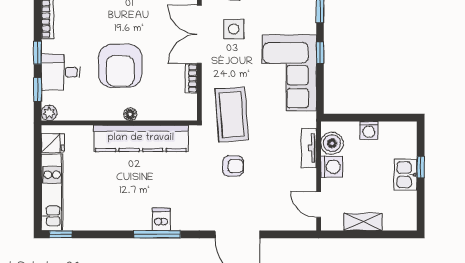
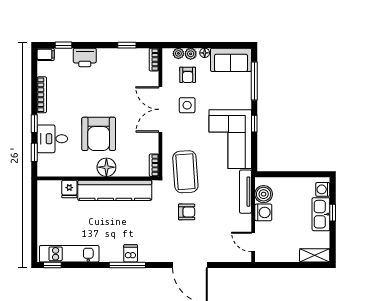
bookcase: (191, 79) -> (154, 165), moved
plant: (49, 113) -> (43, 171), removed
floor lamp: (130, 114) -> (106, 167), width x1.89, depth x1.89
washing machine: (369, 130) -> (323, 189), moved, turned 90
fridge: (53, 143) -> (69, 189), moved, turned 90
tv unit: (309, 148) -> (246, 192), width x1.41
kitchen sink: (406, 175) -> (321, 214), width x1.38
kitchen unit: (52, 192) -> (69, 254), moved, turned -90
shelving: (363, 222) -> (315, 255), moved

